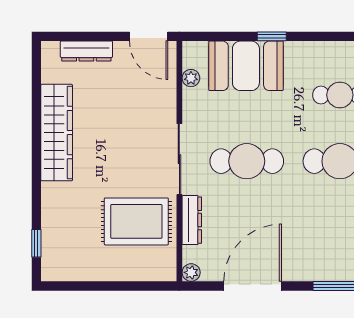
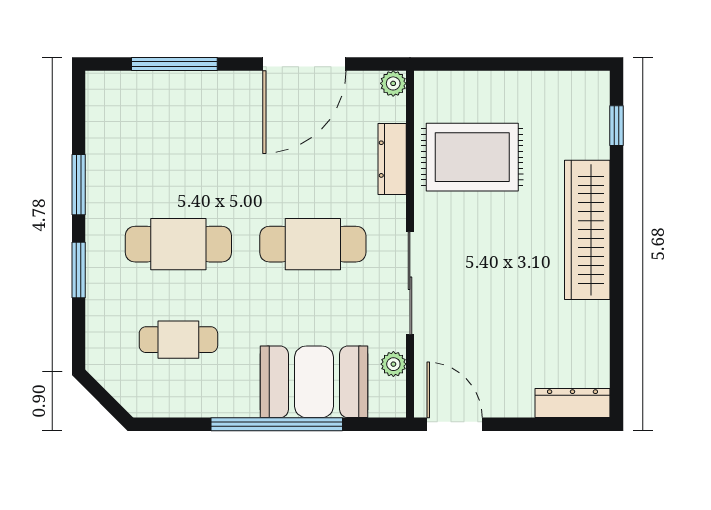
window: (272, 36) -> (277, 424), width x3.17
dresser: (86, 51) -> (572, 403), moved
wardrobe: (57, 133) -> (587, 230), moved
sliding door: (179, 159) -> (410, 283), moved

